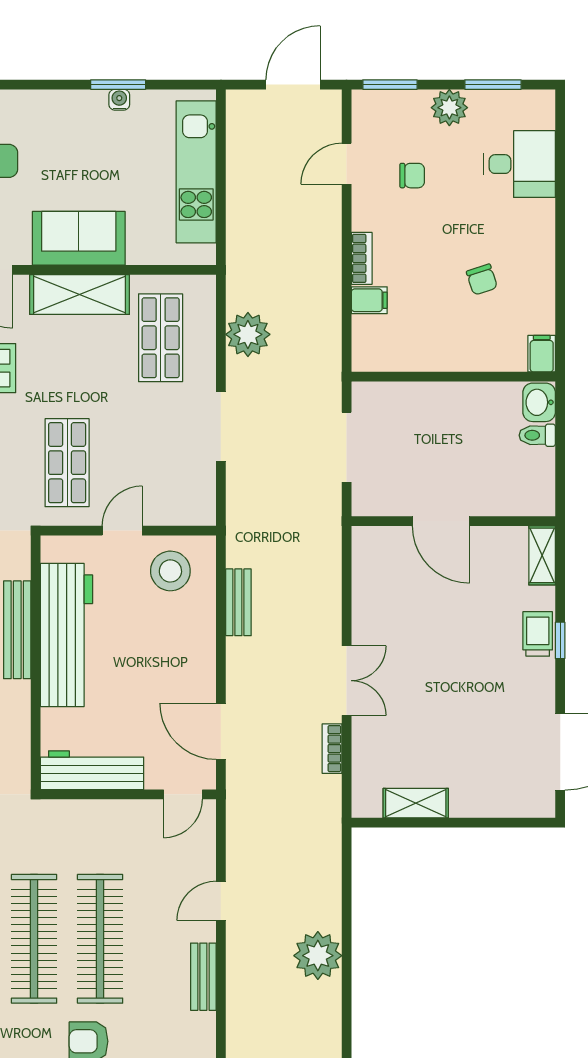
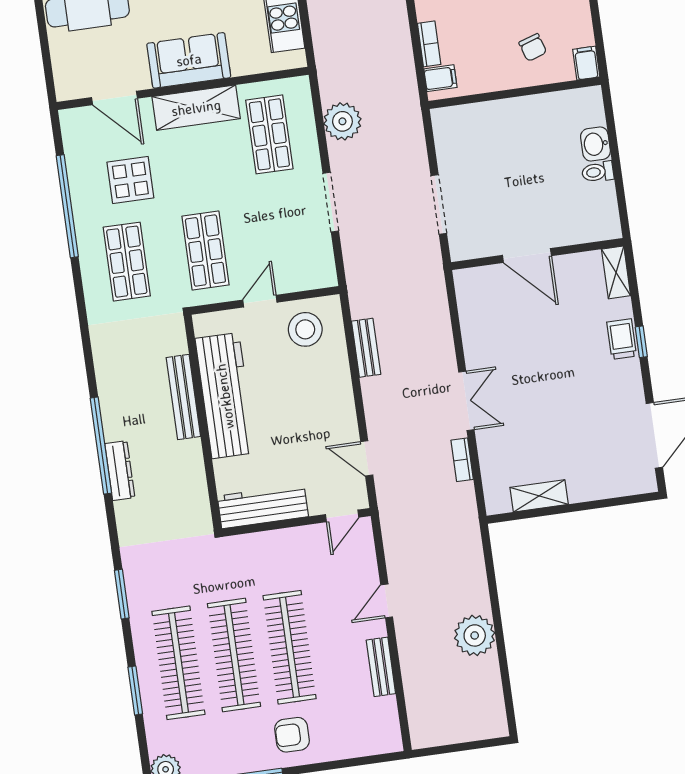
filing cabinet: (542, 354) -> (586, 63), moved
wall: (453, 377) -> (515, 93), moved
door: (221, 731) -> (367, 458), width x0.73

